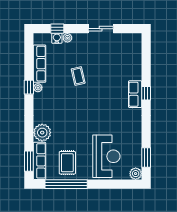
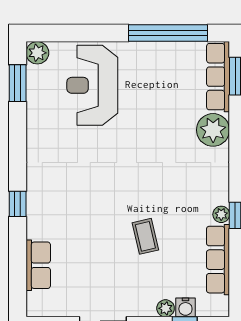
row of seats: (135, 94) -> (38, 265), moved
rug: (67, 163) -> (166, 73), removed

